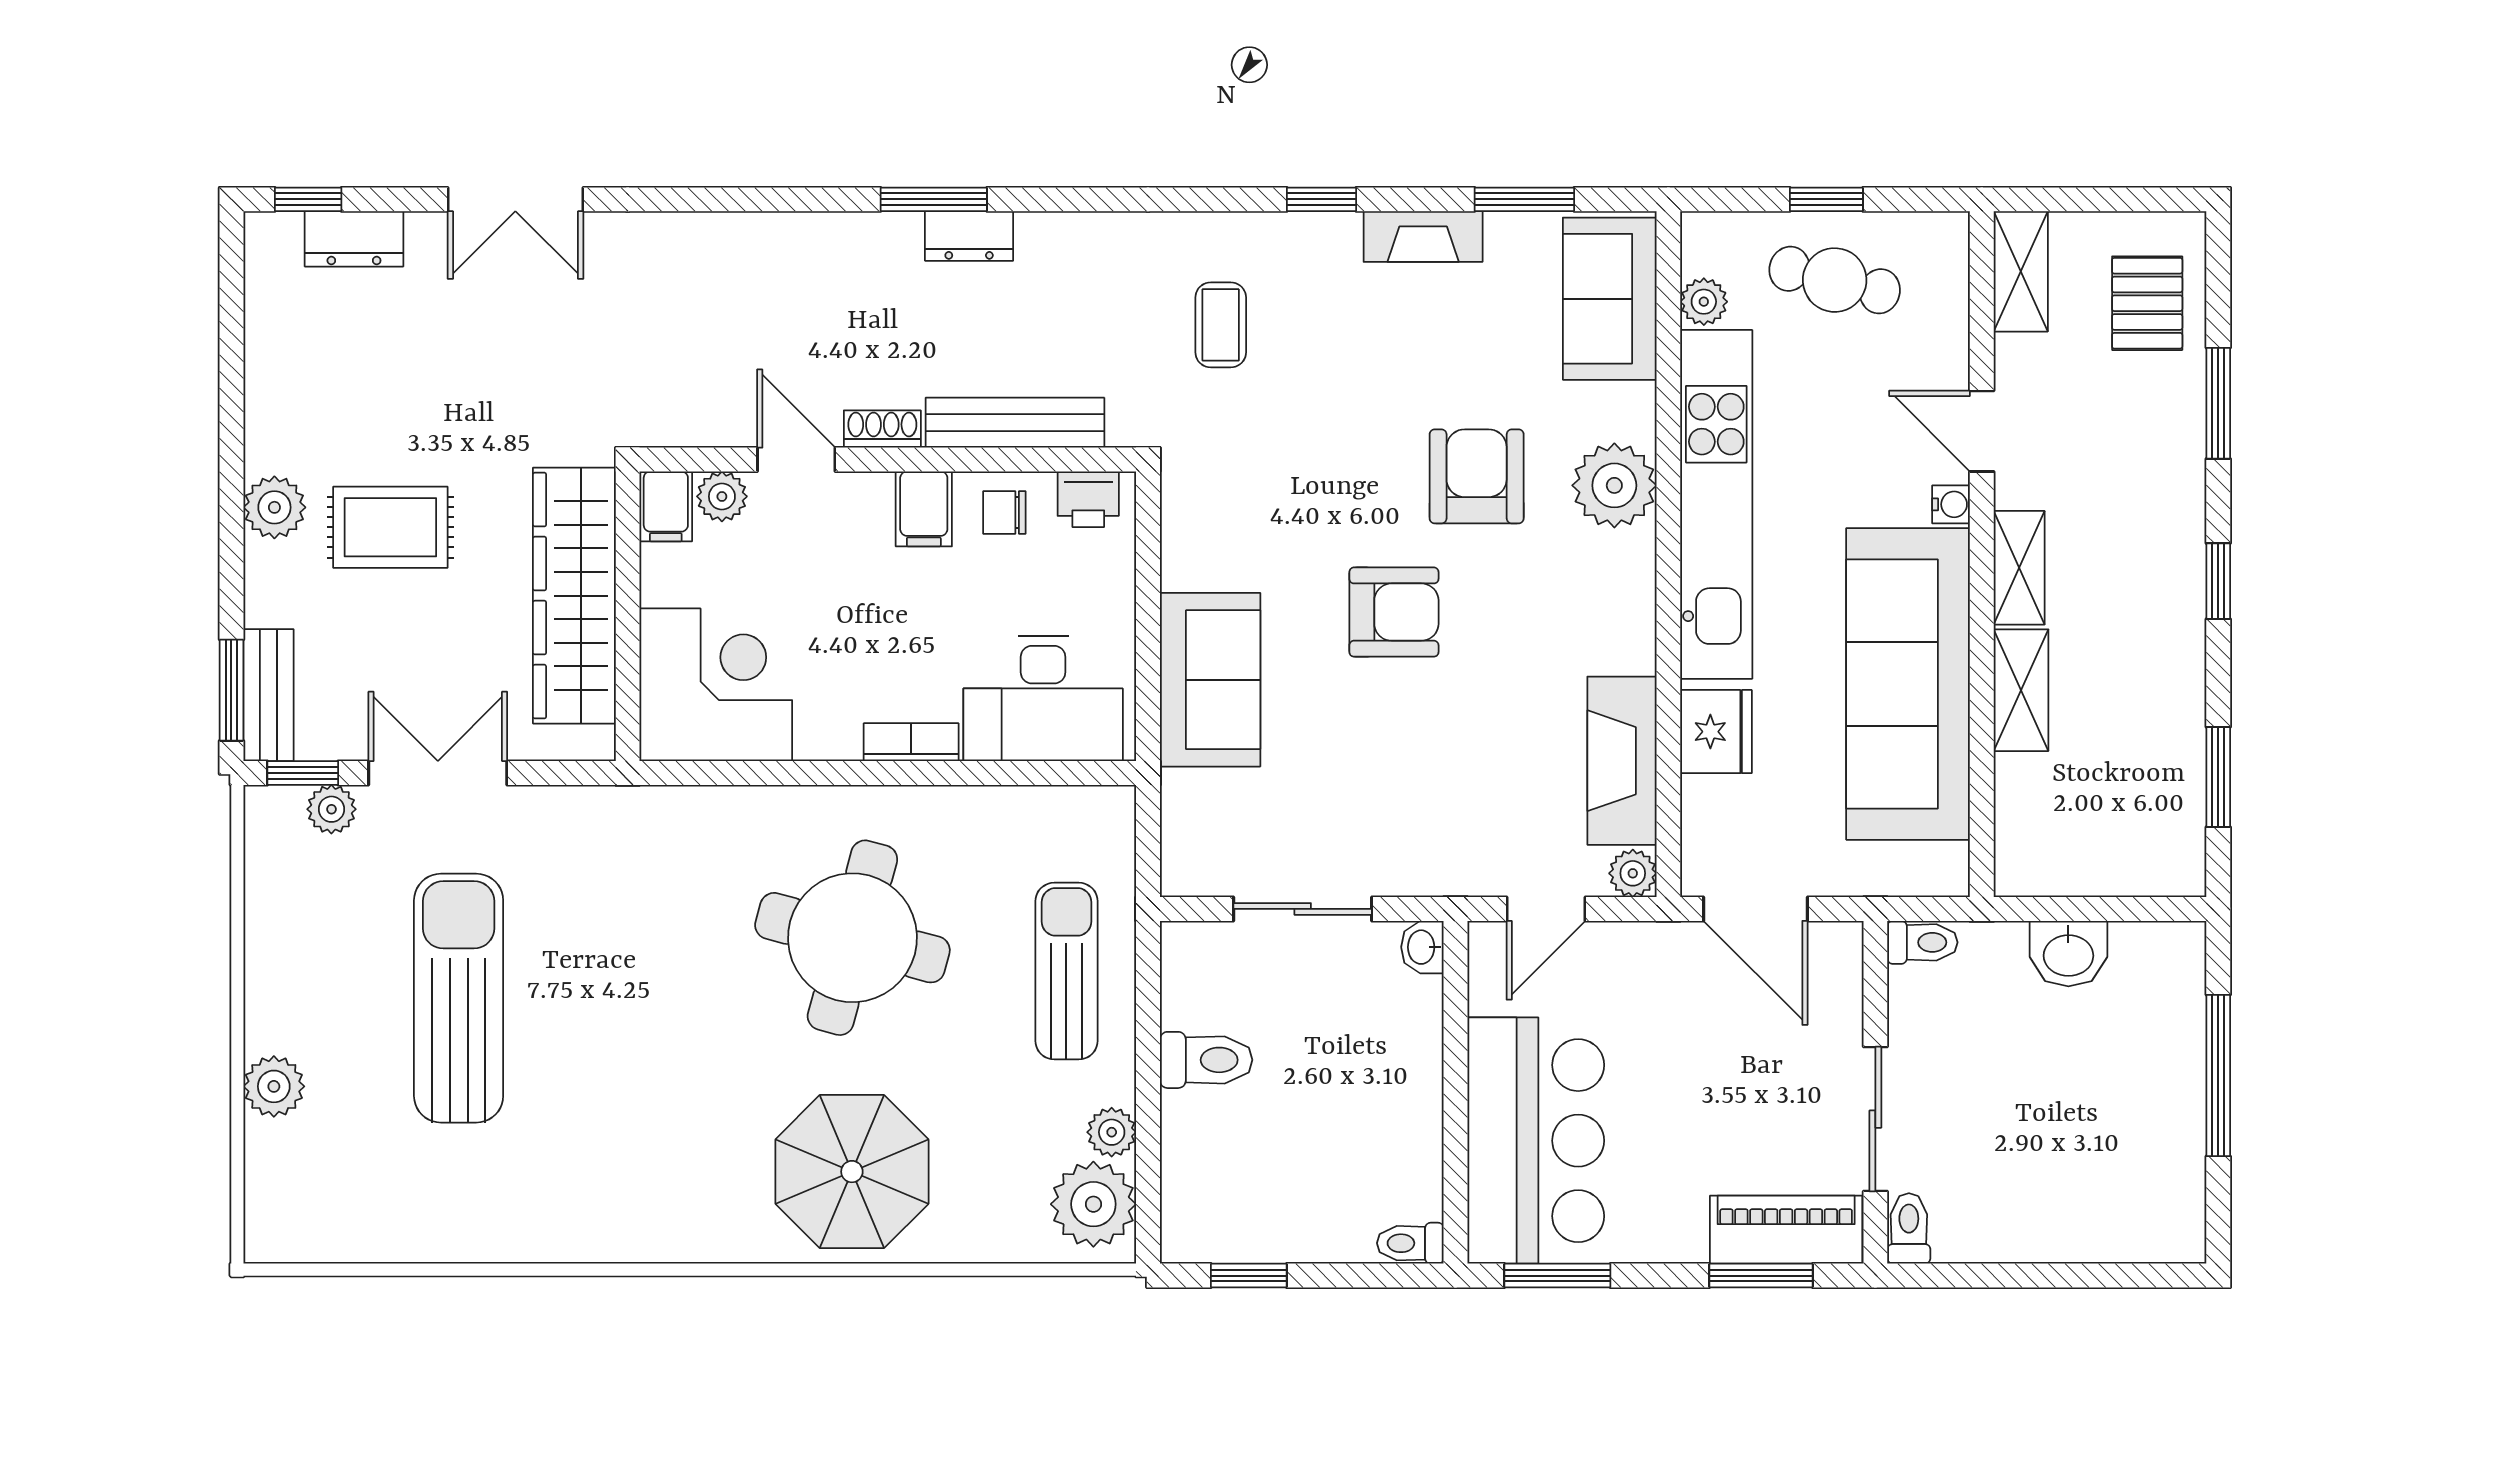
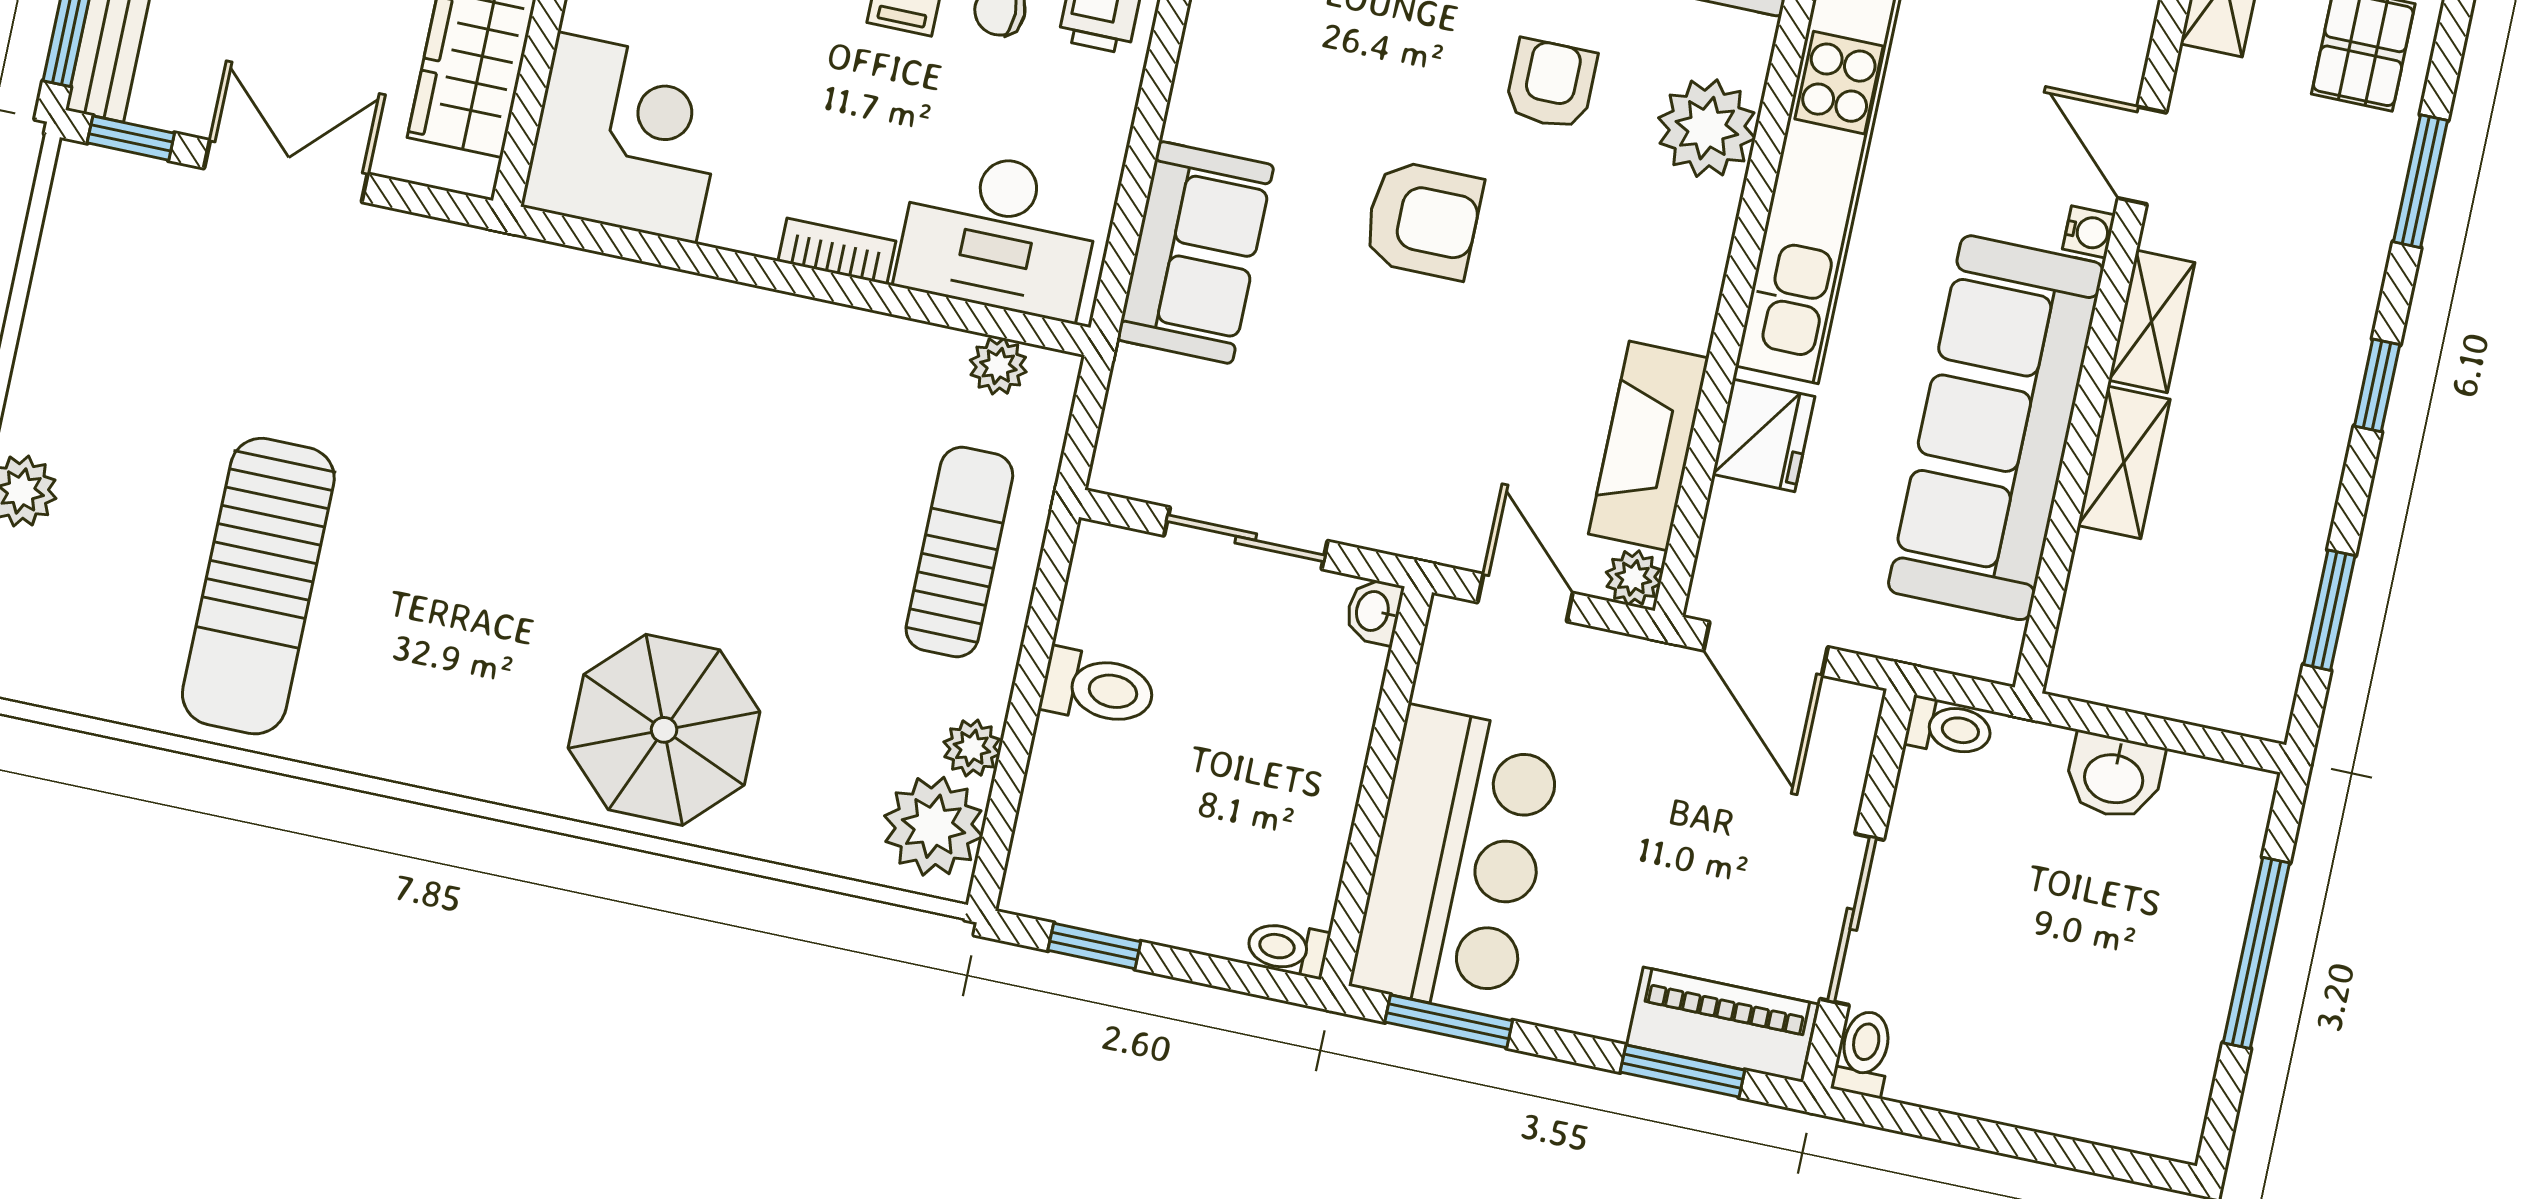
armchair: (1477, 476) -> (1551, 84), width x0.72, depth x0.72
plant: (331, 809) -> (998, 366), moved
door: (1546, 909) -> (1525, 598), swing flipped
round table: (852, 938) -> (722, 461), removed
sun lounger: (459, 998) -> (258, 586), moved, turned 180

